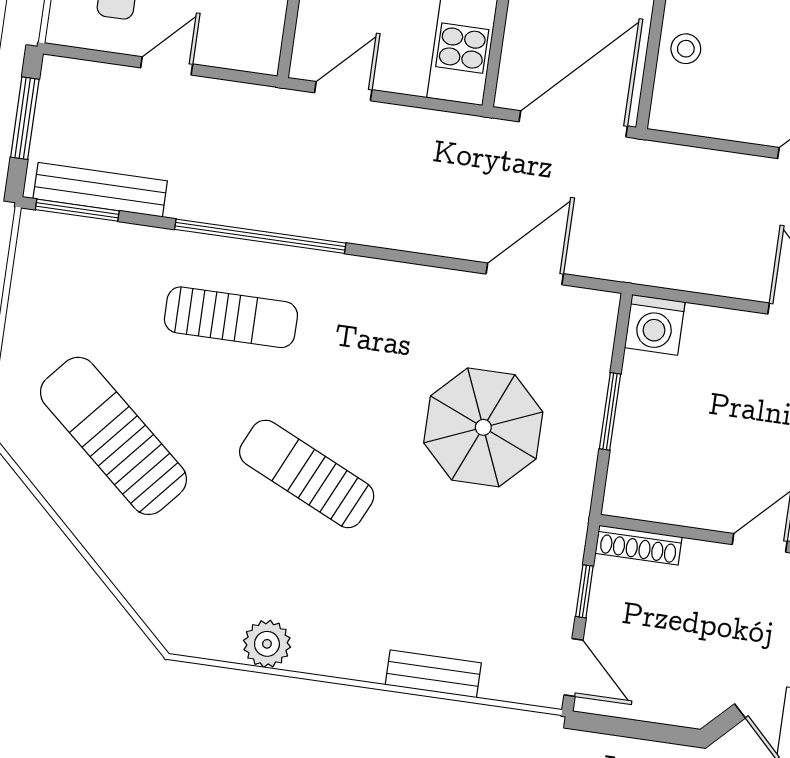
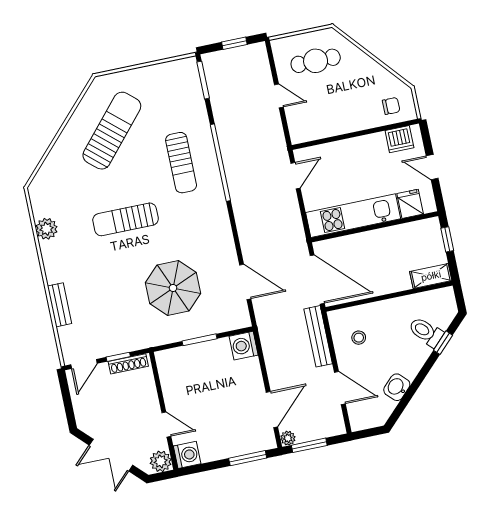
stool: (686, 49) -> (359, 338), moved
door: (343, 91) -> (295, 176), hinge flipped
window: (25, 118) -> (234, 43), width x0.67
bench: (100, 190) -> (318, 336), moved
sun lounger: (307, 474) -> (126, 219), turned -115
shoe rack: (639, 545) -> (128, 364), moved, turned -90

